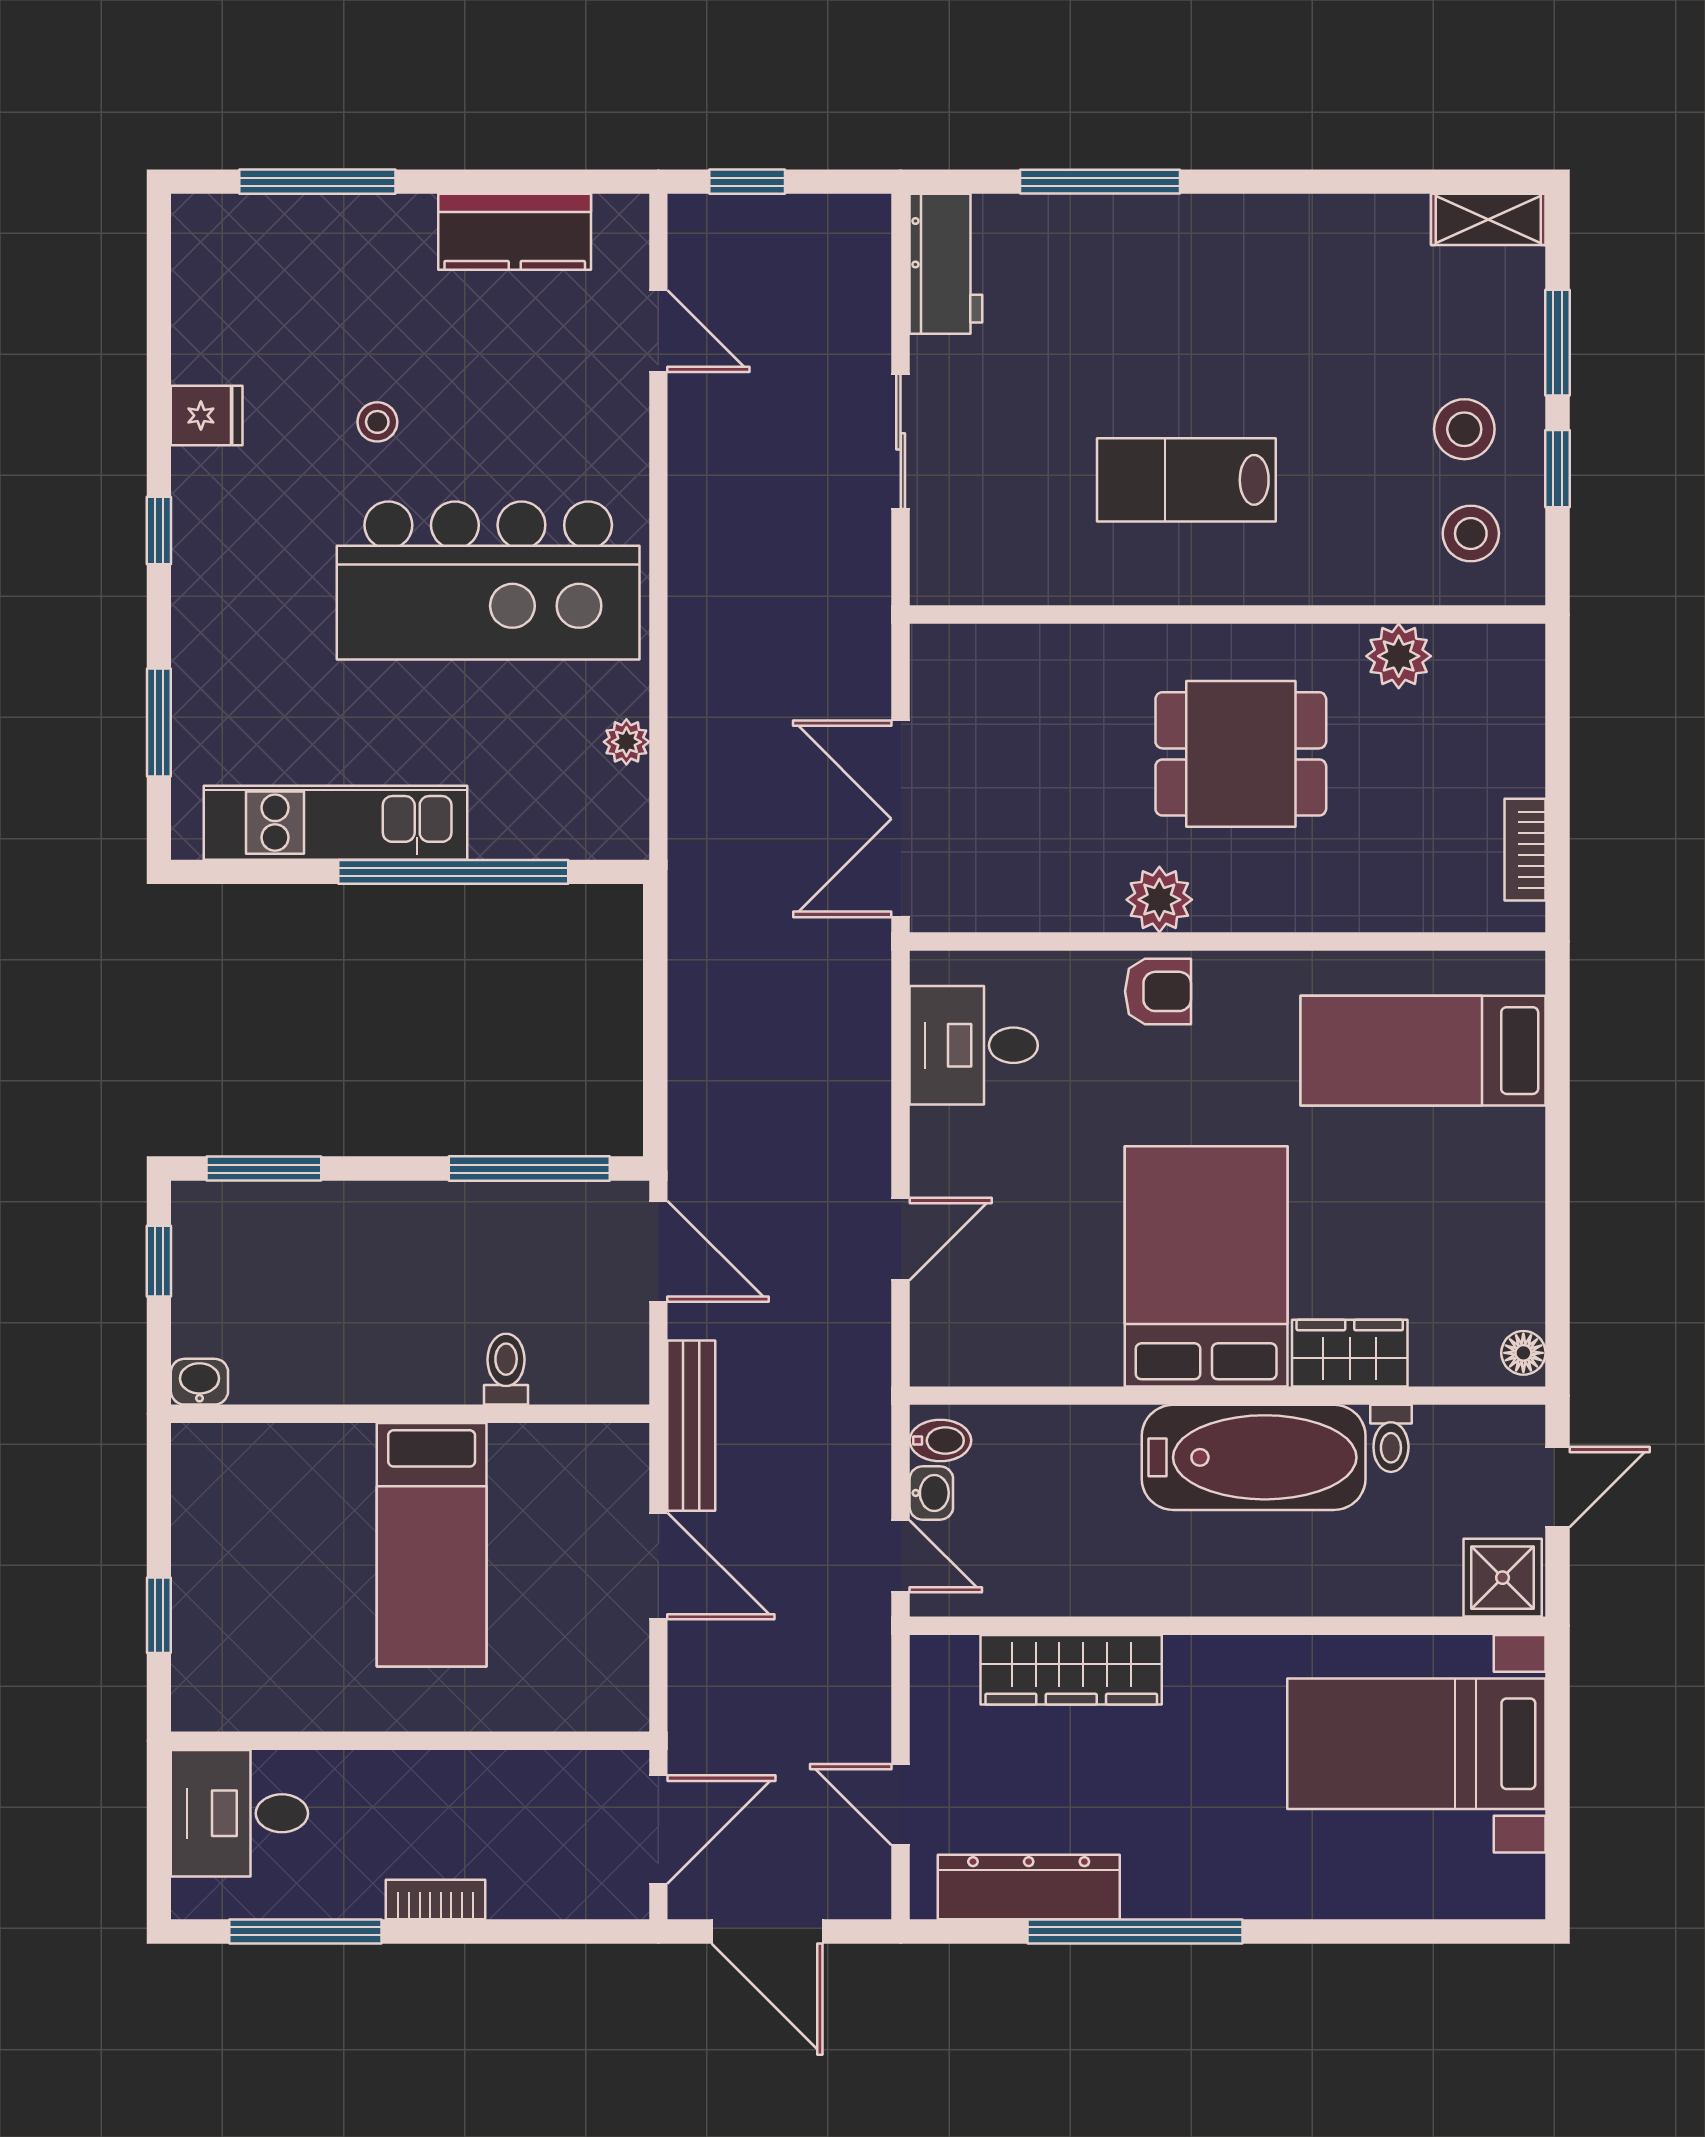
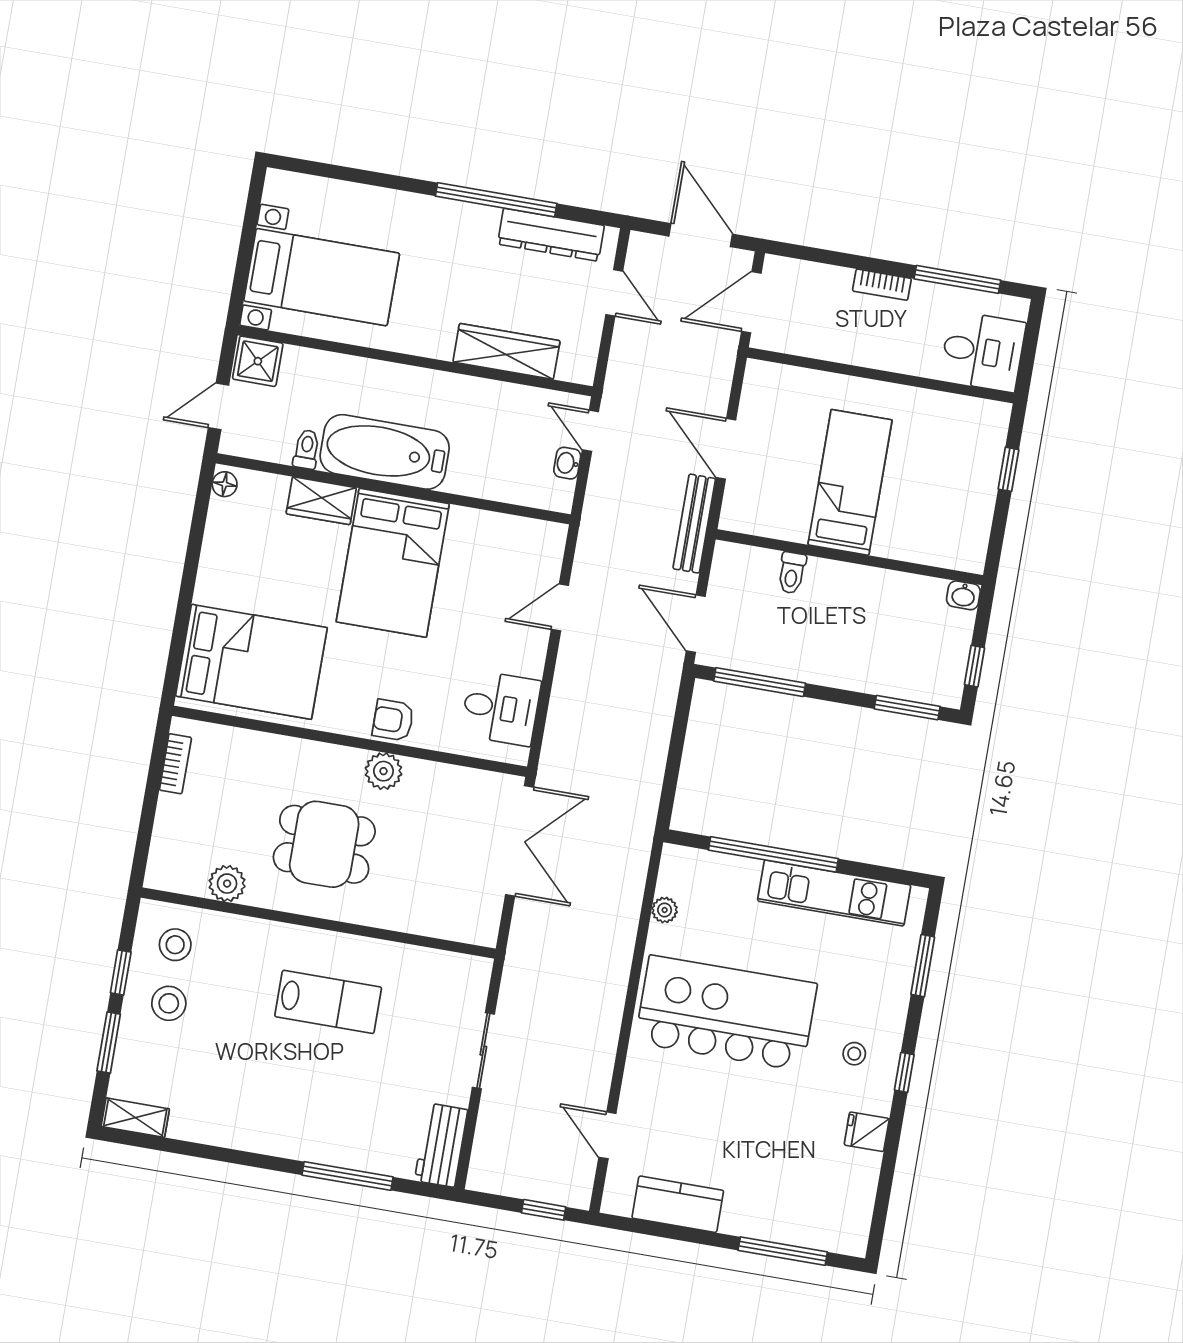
stool: (377, 422) -> (854, 1054), moved
bed: (1423, 1051) -> (251, 662), width x1.50
bidet: (940, 1440) -> (557, 491), removed

